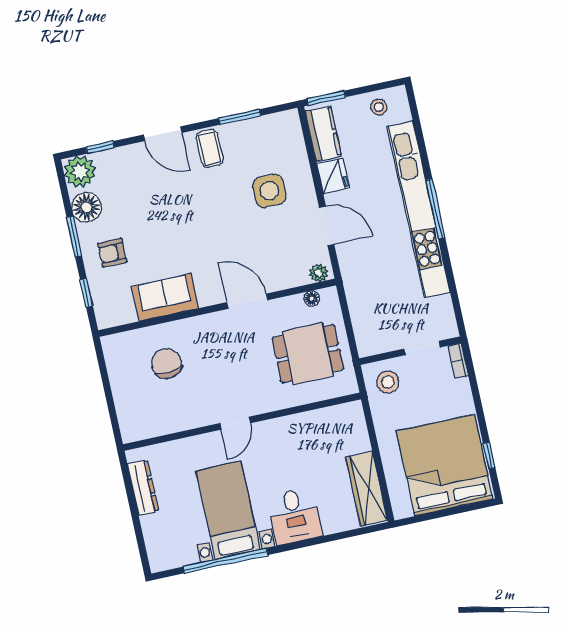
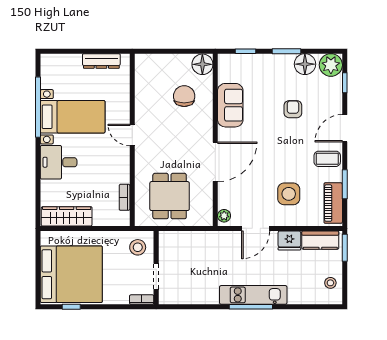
piano: (269, 127) -> (333, 203), added
kitchen unit: (419, 209) -> (253, 295), width x0.54
armchair: (112, 253) -> (293, 109), moved
floor lamp: (312, 299) -> (202, 64), moved, width x1.89, depth x1.89
door: (247, 301) -> (215, 162), width x1.36
chair: (166, 363) -> (184, 96), turned -85
bookcase: (323, 415) -> (125, 197), added

